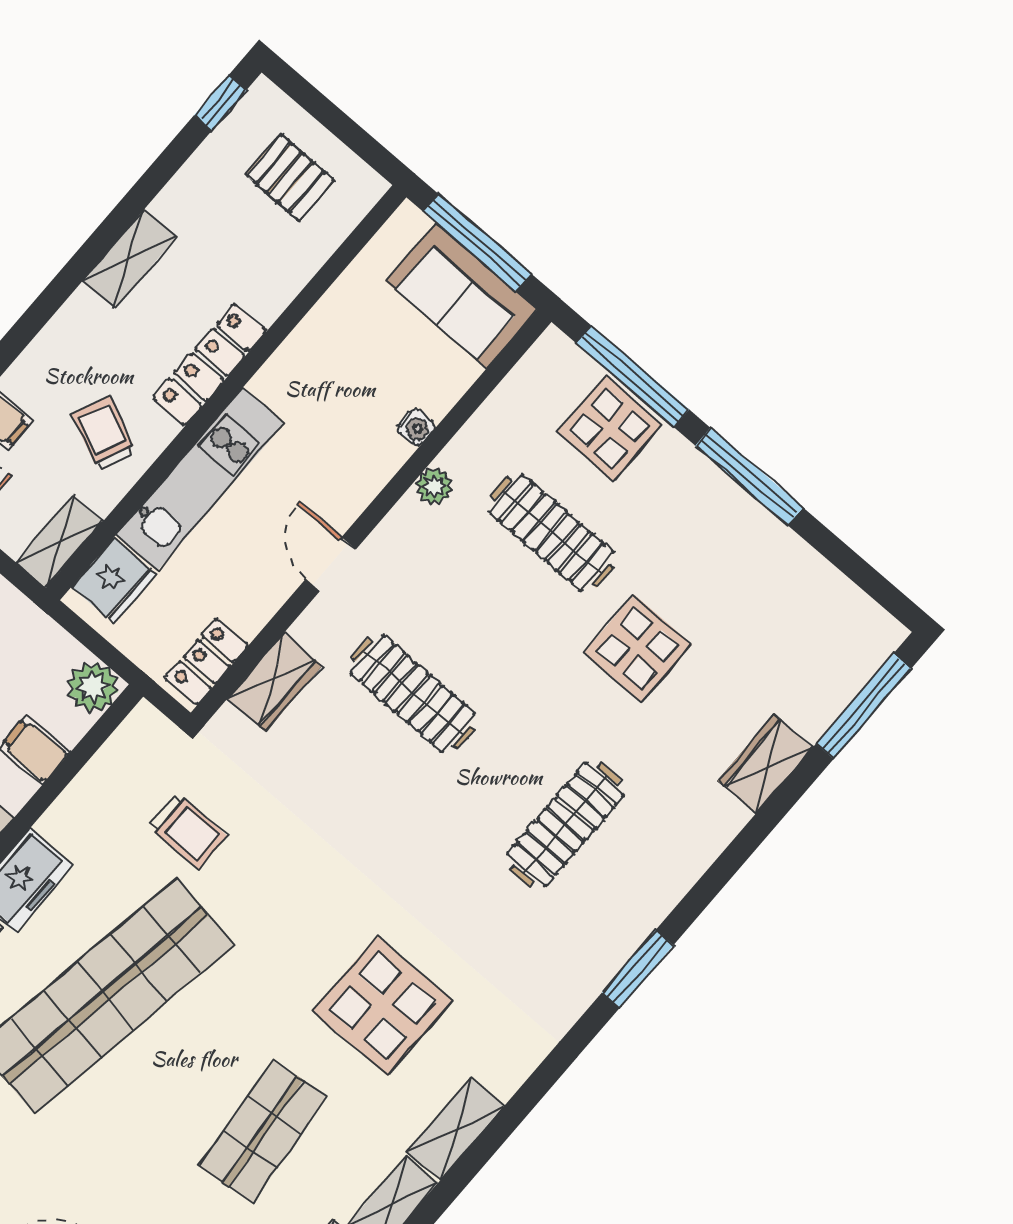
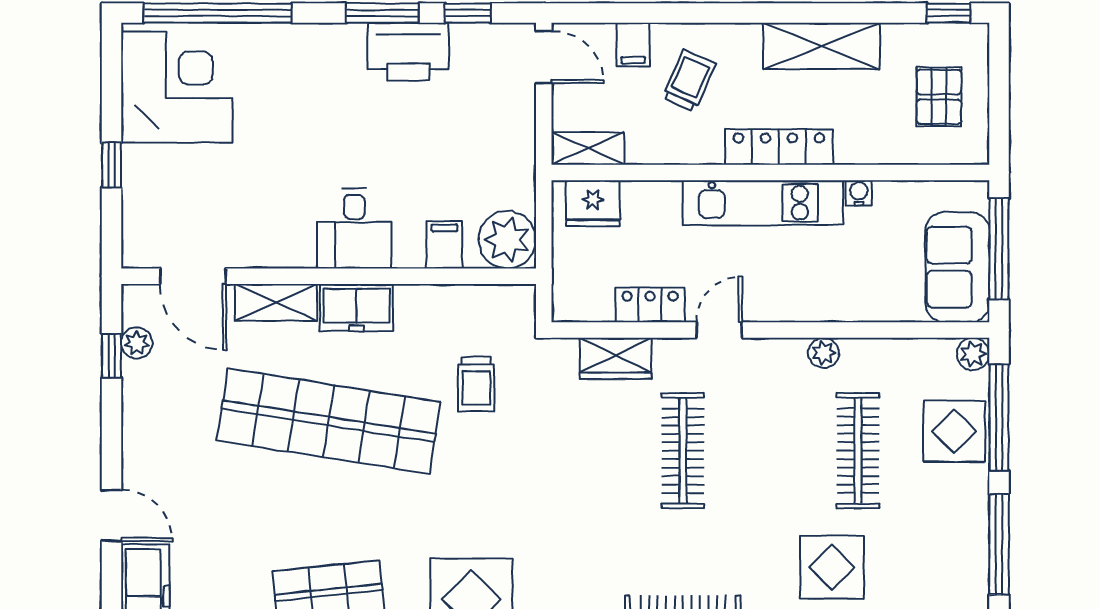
shelving: (129, 259) -> (822, 46), width x1.50, depth x1.33
plant: (554, 350) -> (973, 354), added
water cooler: (416, 427) -> (859, 193), moved, turned 180
trolley: (104, 434) -> (689, 81), moved
kitchen unit: (200, 479) -> (763, 203), moved
locker: (207, 662) -> (650, 305), moved
plant: (93, 687) -> (507, 240), width x1.36, depth x1.36

